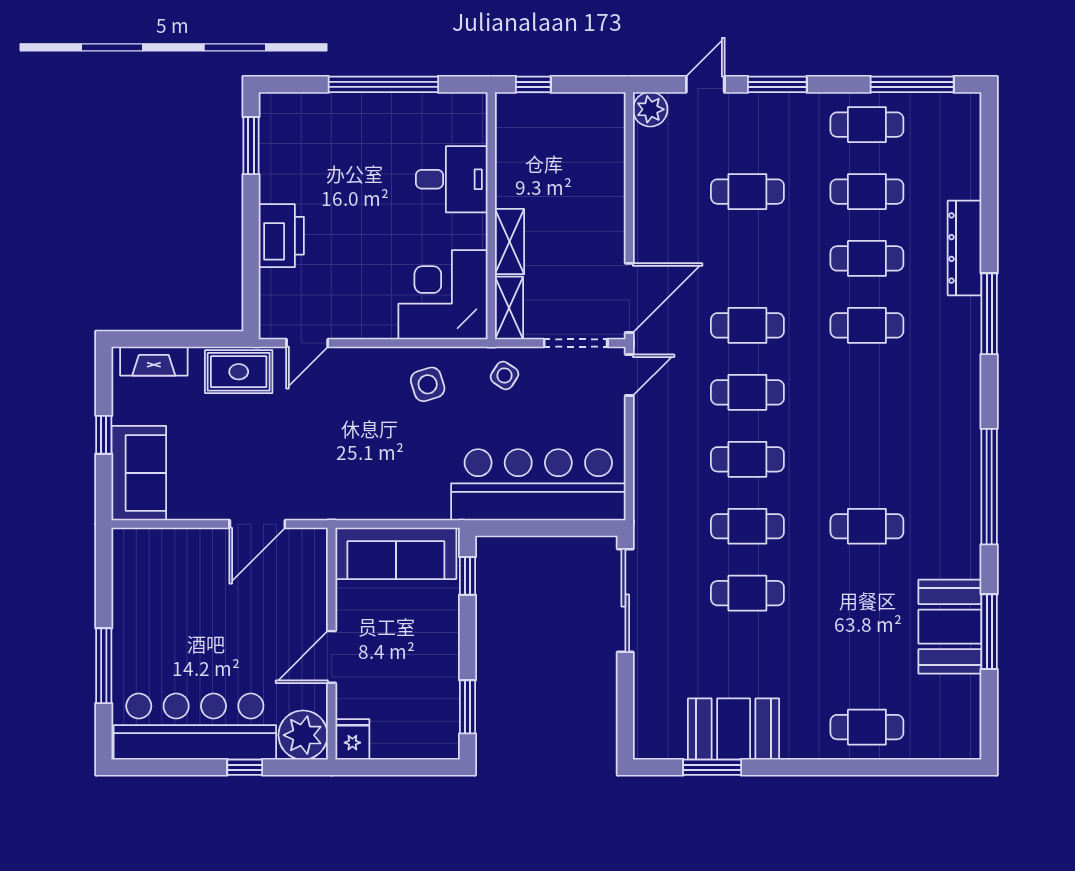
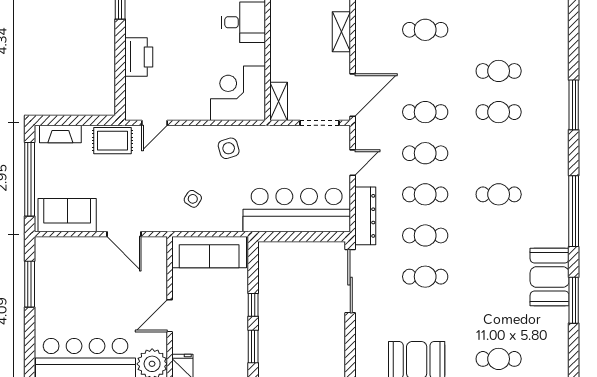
cafe table: (867, 192) -> (499, 30), removed
shelving: (510, 242) -> (341, 32), moved
dresser: (965, 248) -> (365, 216), moved, turned 180
side table: (504, 375) -> (193, 199), moved
door: (629, 375) -> (353, 163), moved
window: (104, 435) -> (30, 179), width x3.17
sofa: (139, 473) -> (67, 215), moved, turned -90
door: (257, 524) -> (124, 234), hinge flipped
cafe table: (867, 526) -> (499, 194), moved
window: (468, 576) -> (253, 305), moved
booth: (950, 627) -> (550, 277), moved
window: (104, 666) -> (30, 284), moved

